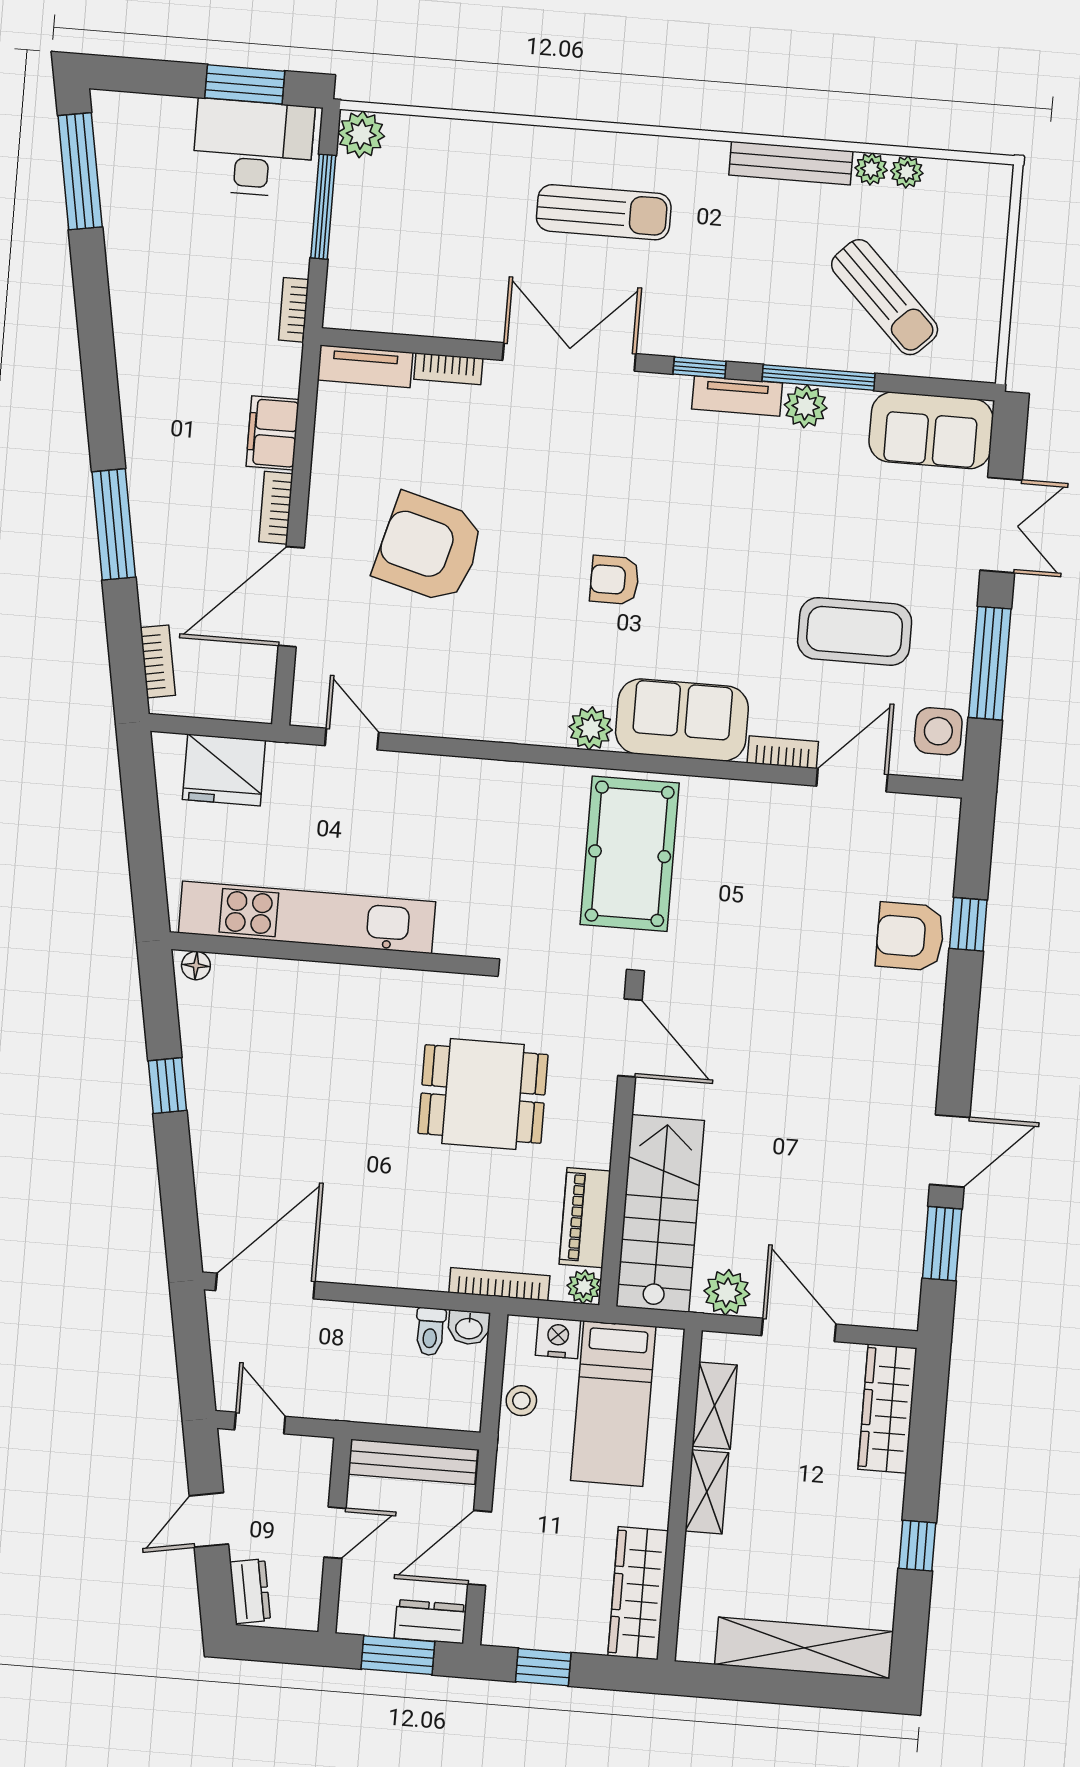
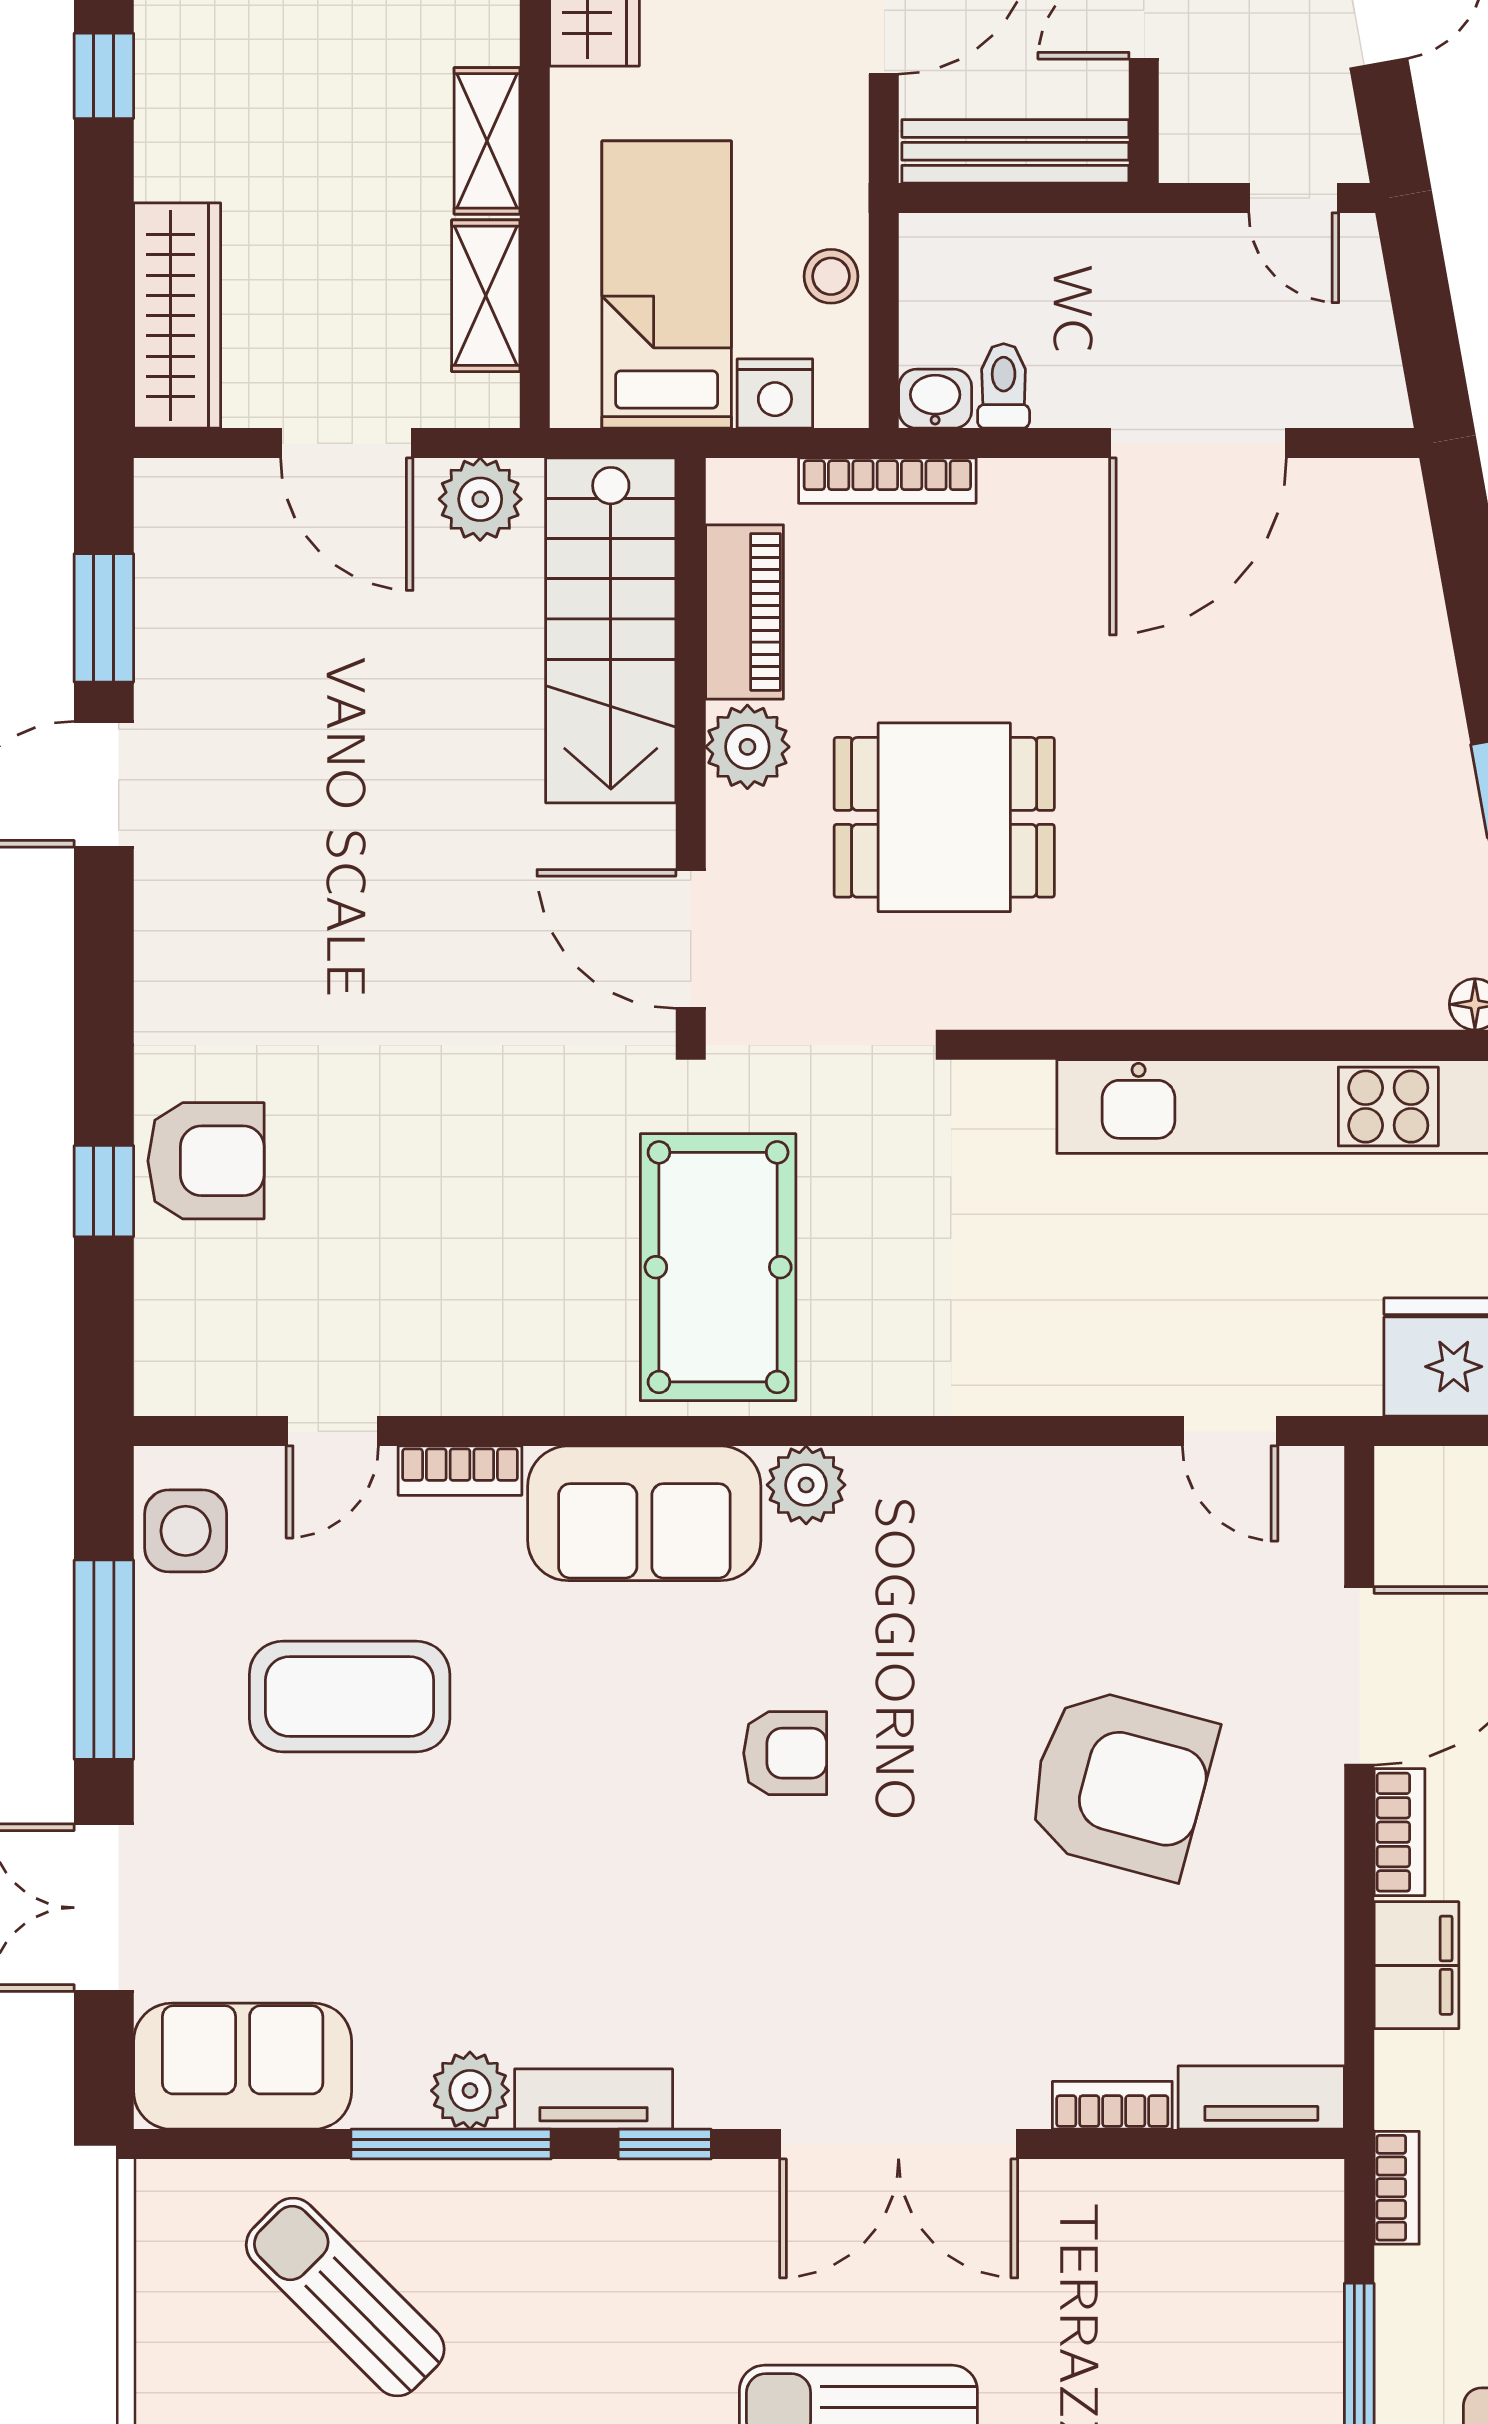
door: (852, 780) -> (332, 1431), width x0.73
door: (265, 1286) -> (1198, 443), moved
plant: (584, 1287) -> (747, 747), moved, width x1.38, depth x1.38

